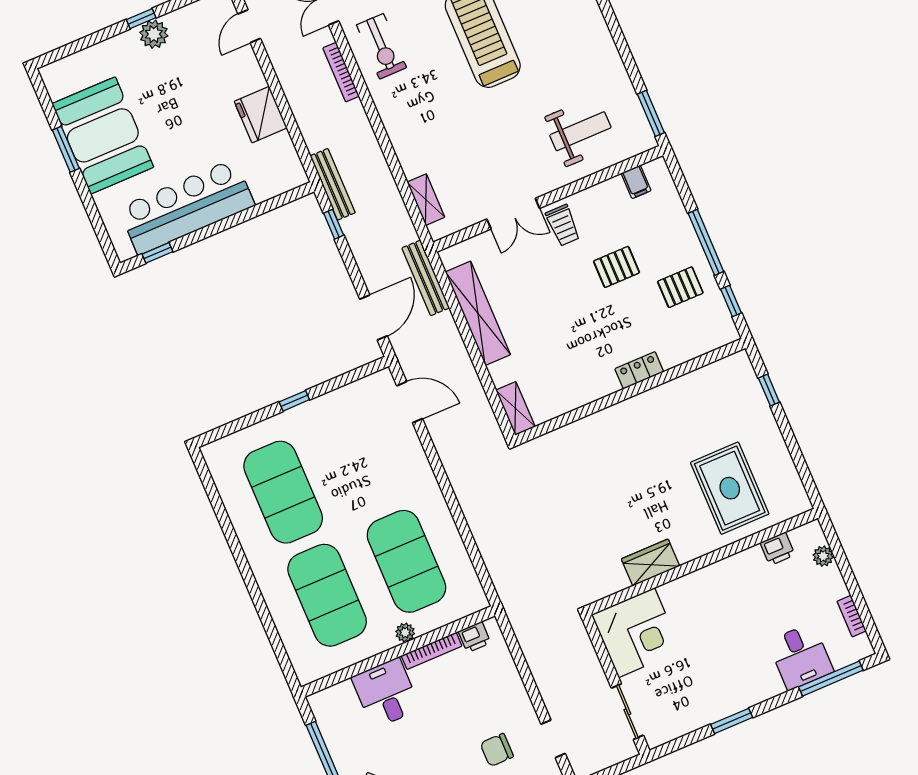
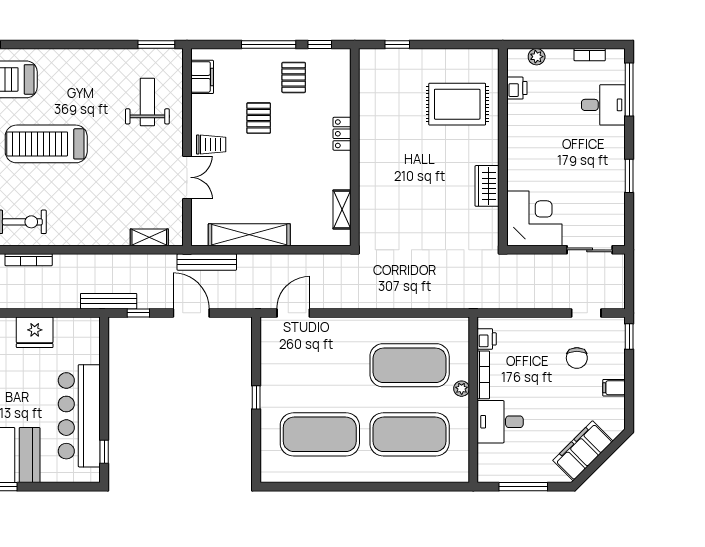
filing cabinet: (636, 182) -> (202, 77), width x2.00
door: (373, 317) -> (191, 313), moved
shelving: (515, 408) -> (342, 209), moved, turned 90

